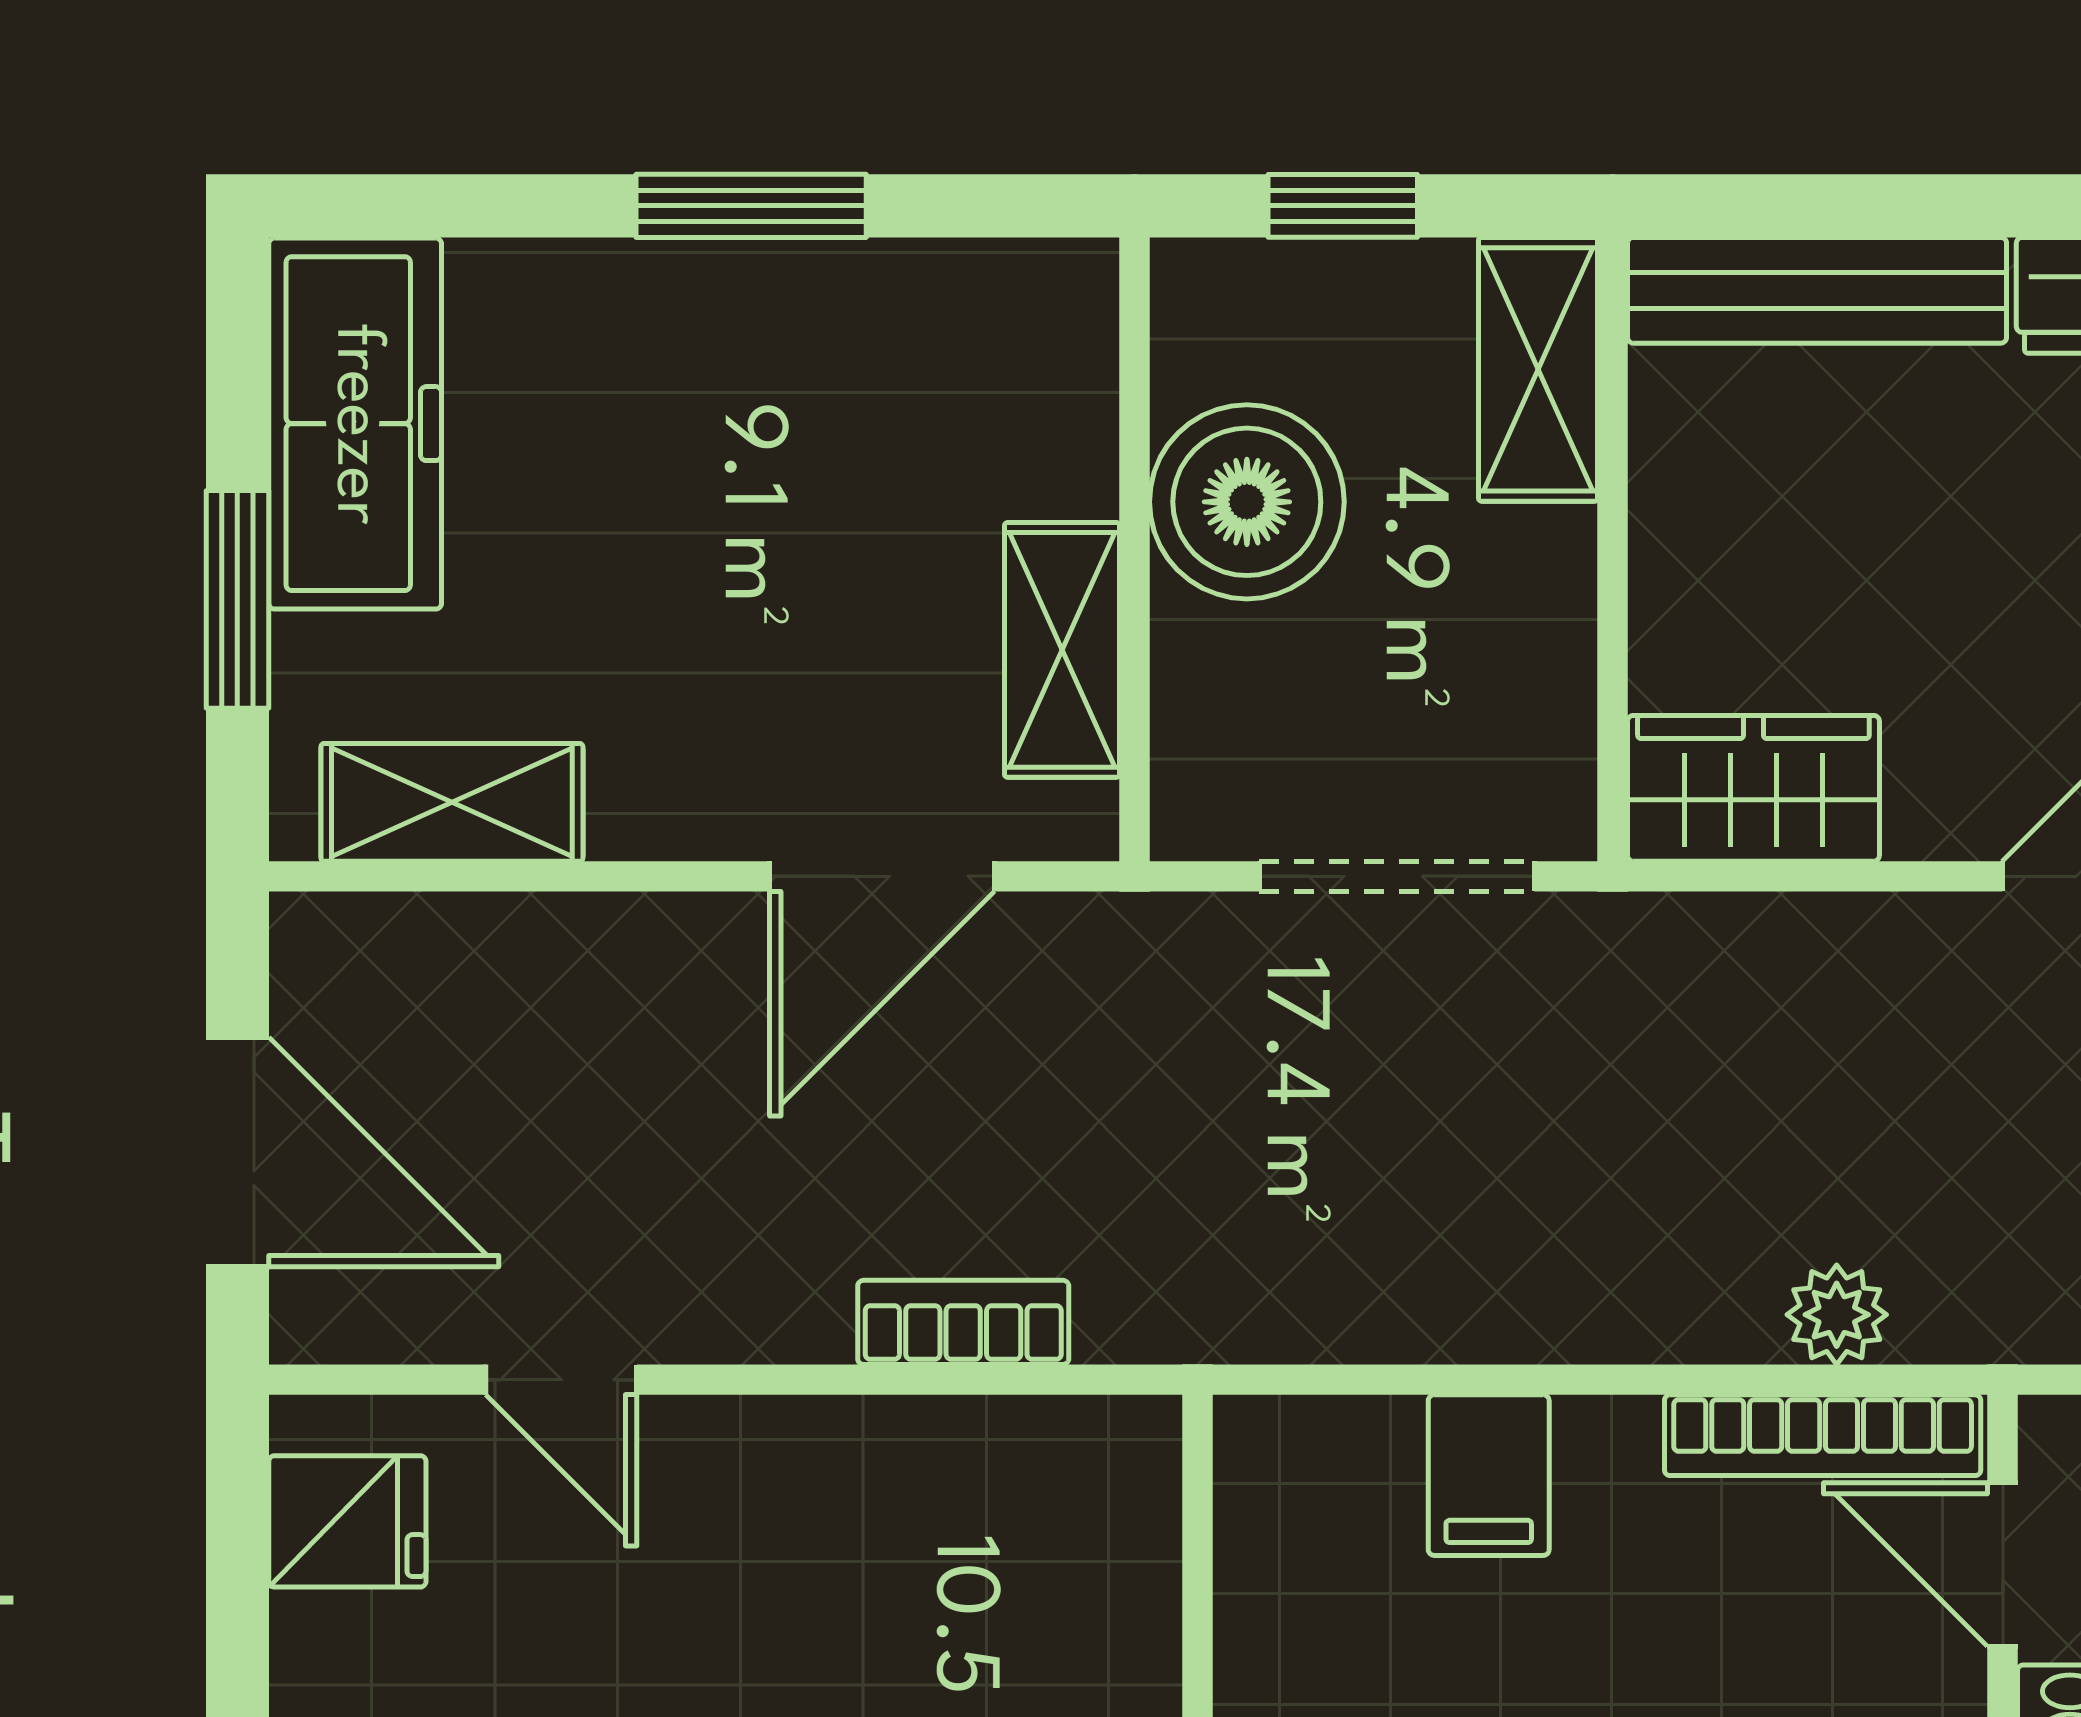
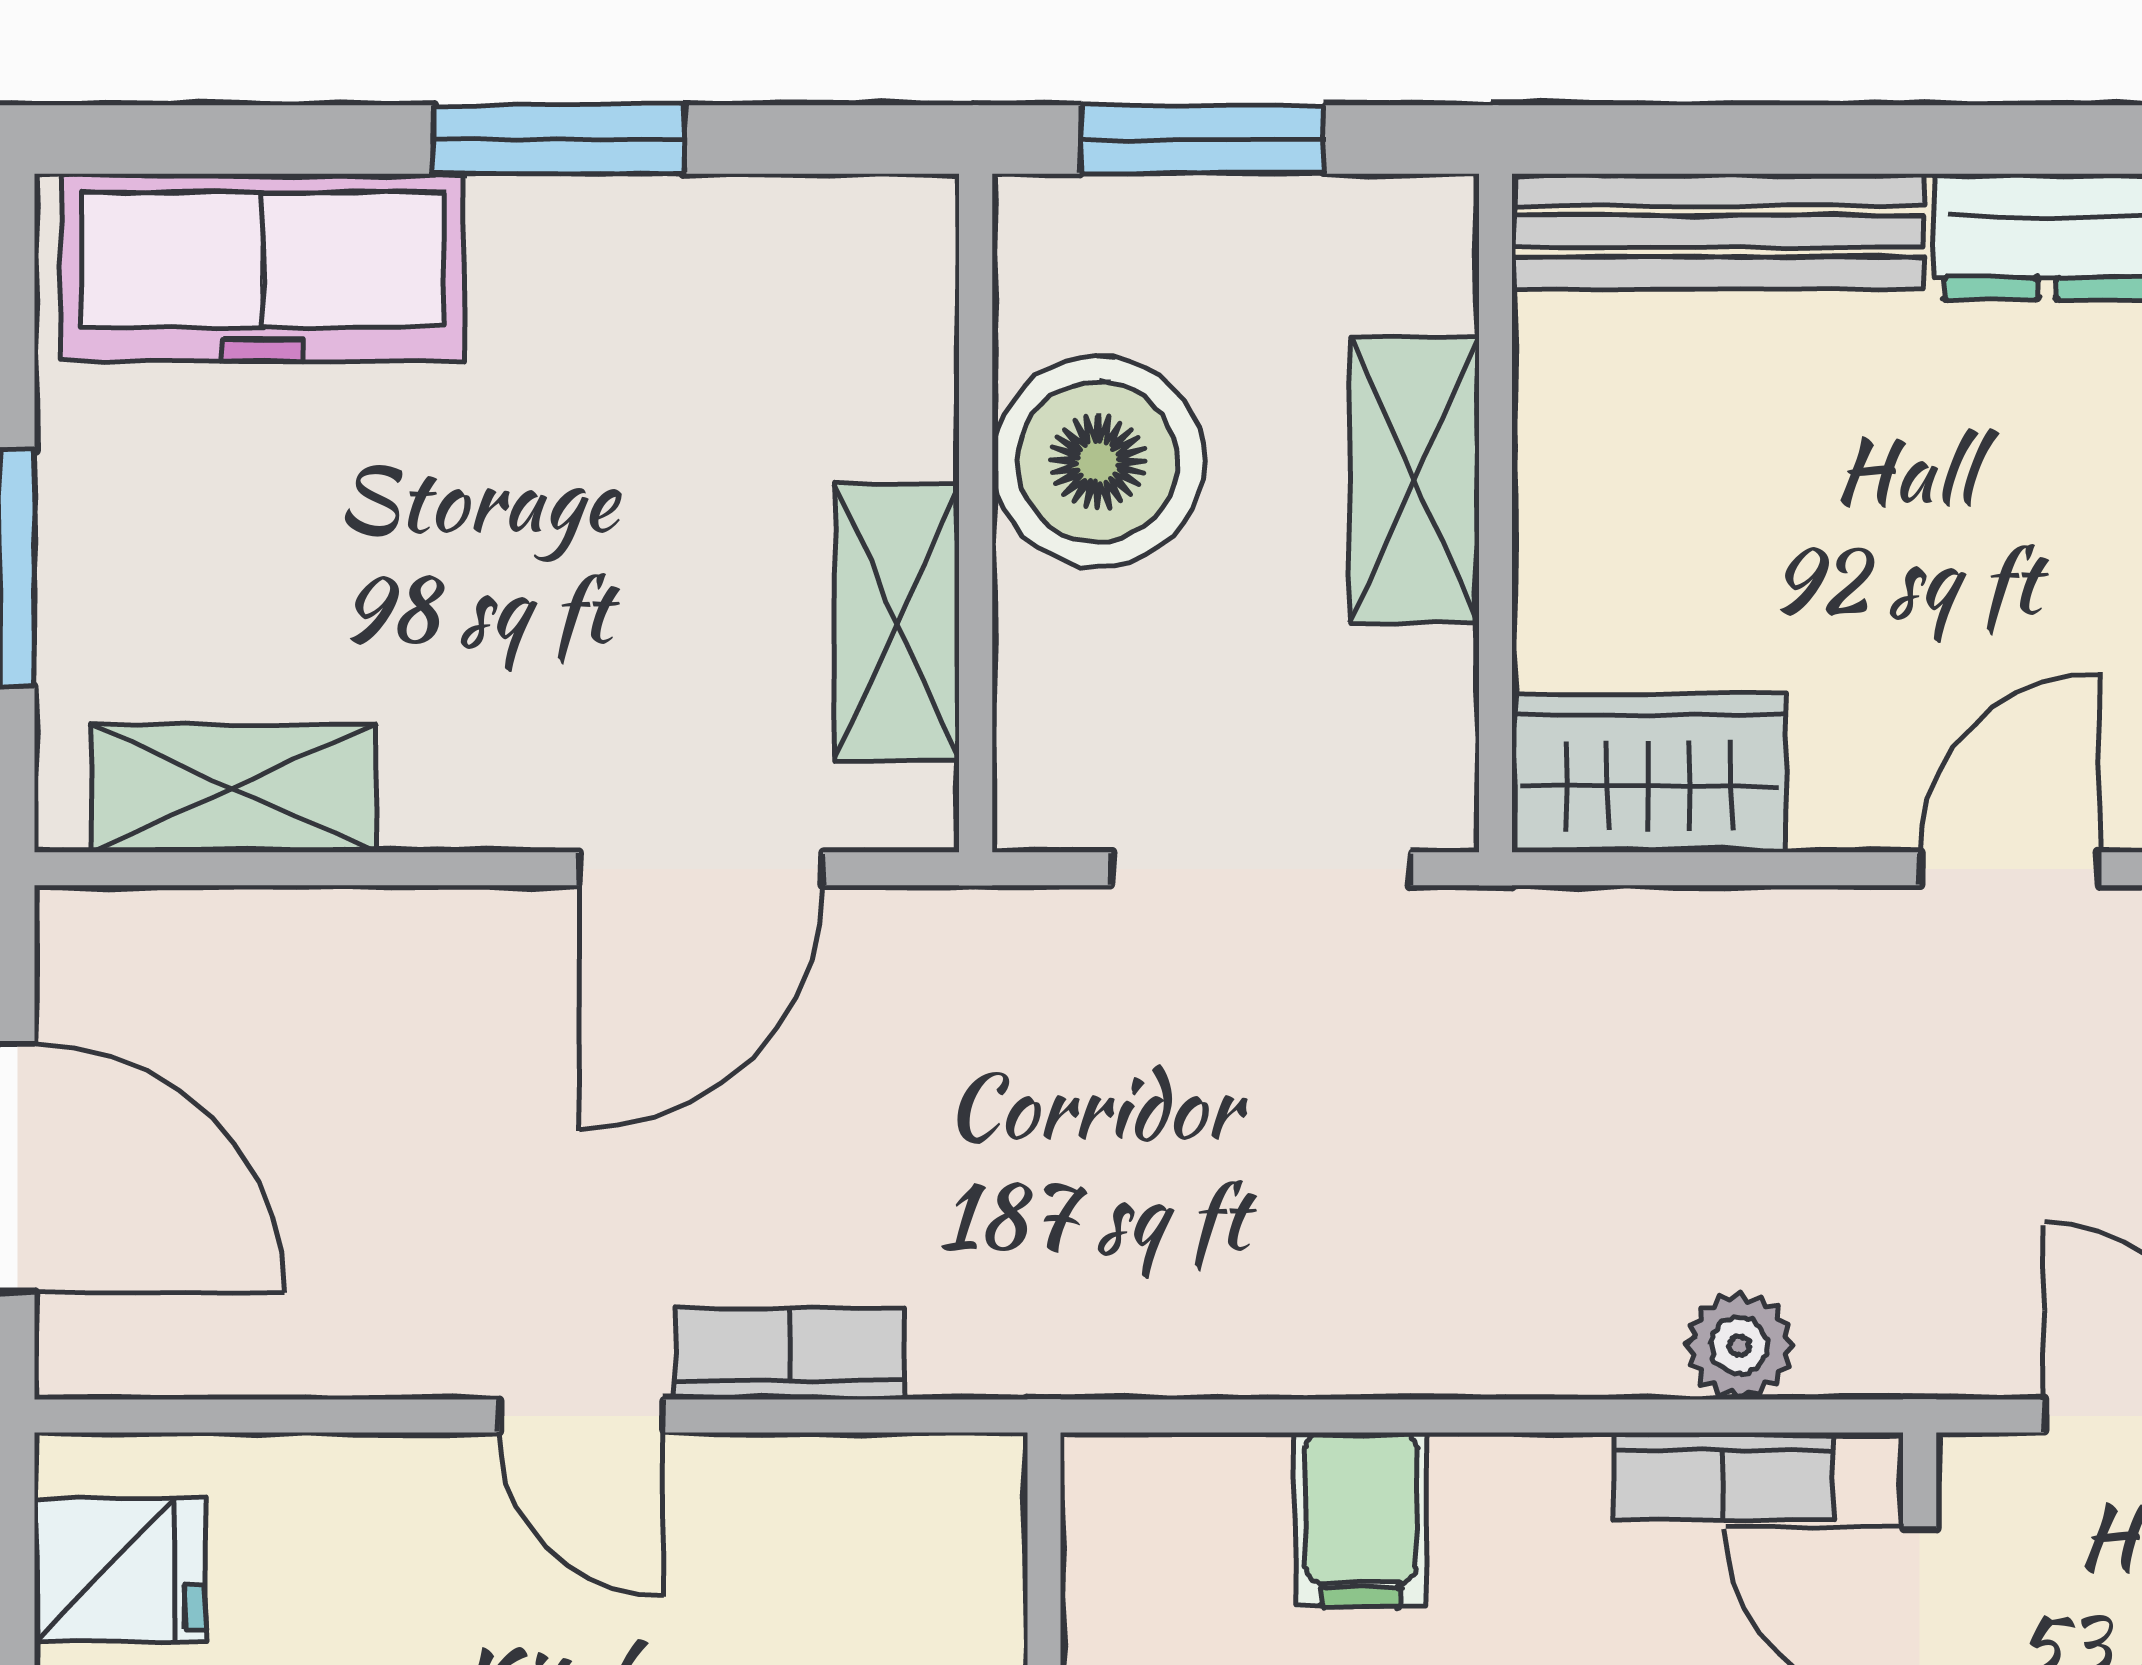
window: (1343, 206) -> (1202, 140), width x1.50
shelving: (1538, 369) -> (1414, 480), moved
freezer: (355, 424) -> (262, 267), moved, turned 90
door: (561, 1380) -> (581, 1416), moved
bookcase: (1823, 1435) -> (1724, 1476), width x0.64

